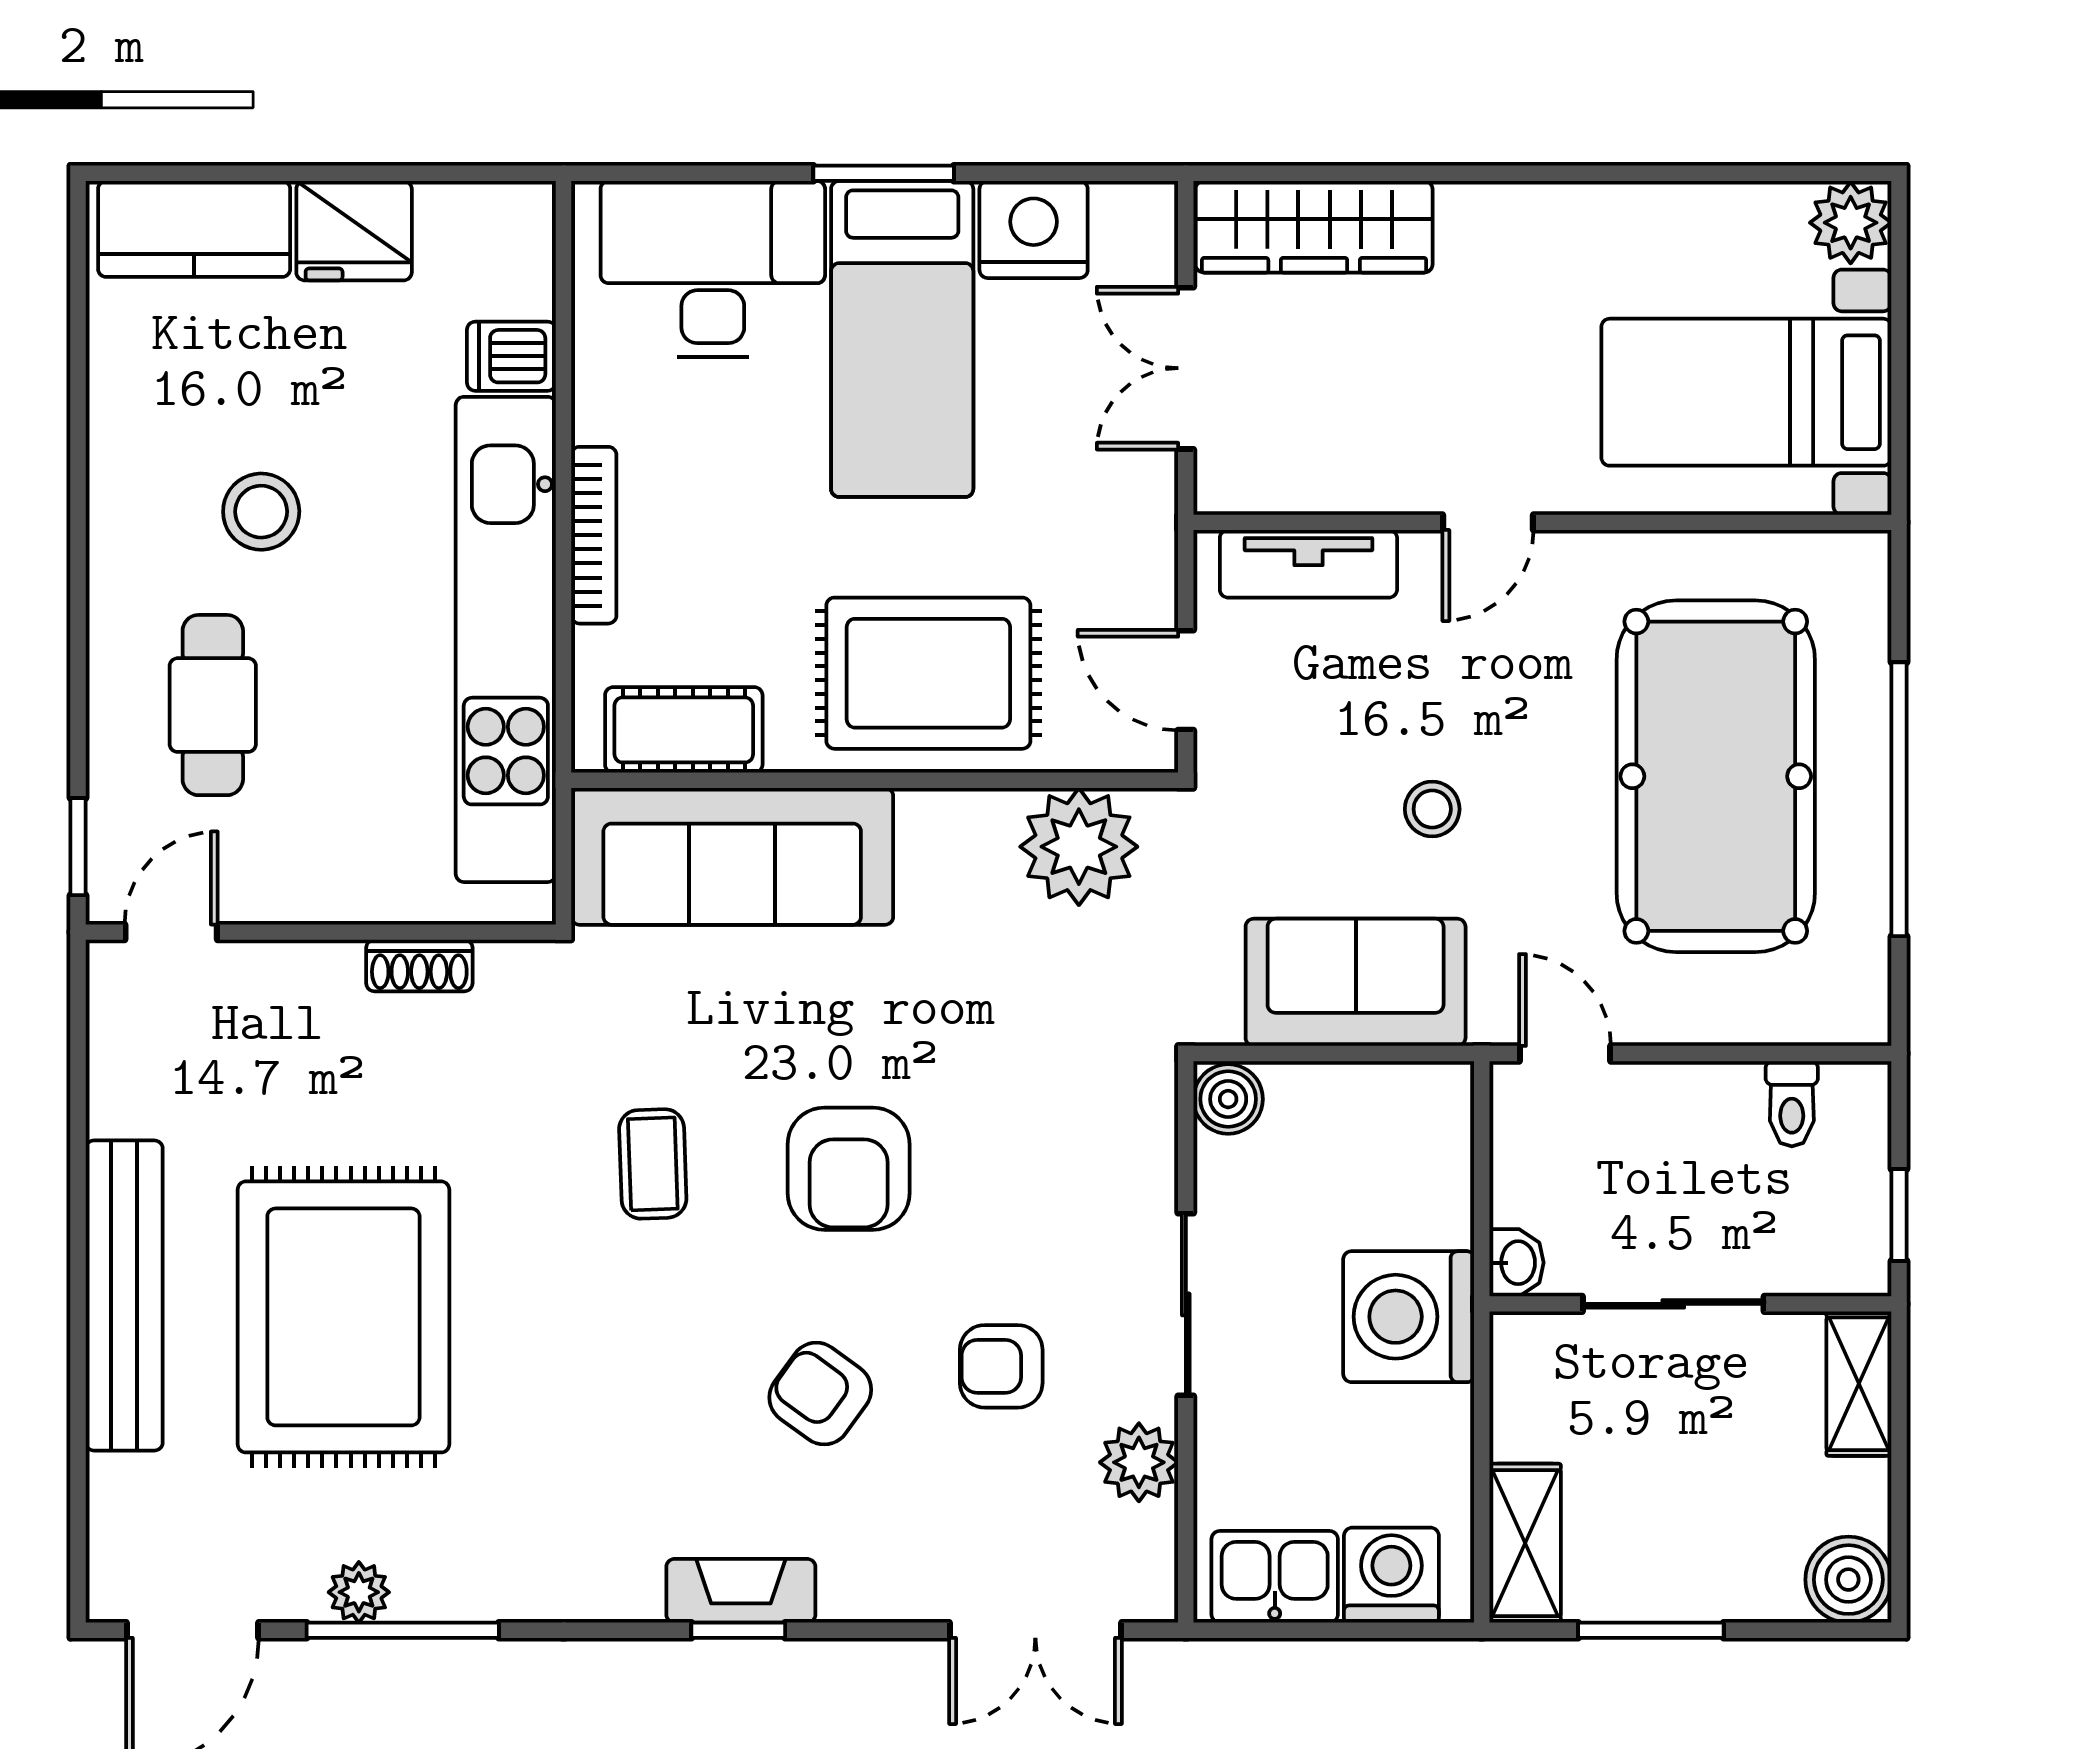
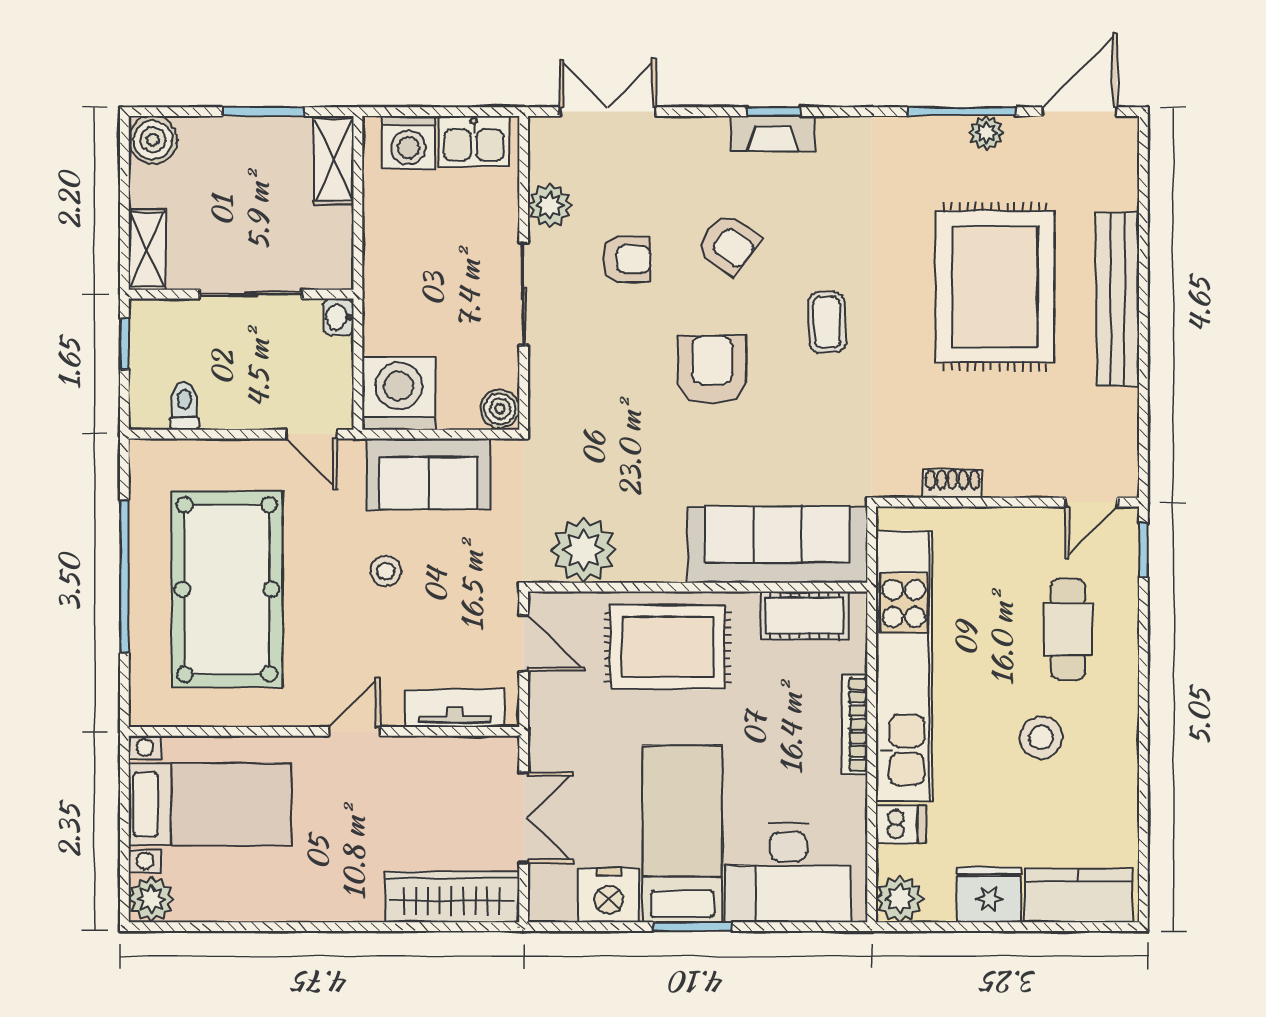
plant: (513, 223) -> (900, 899), added
coffee table: (653, 1164) -> (827, 322), moved
washing machine: (1409, 1317) -> (399, 393), moved, turned -90

